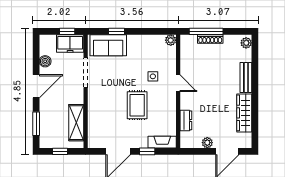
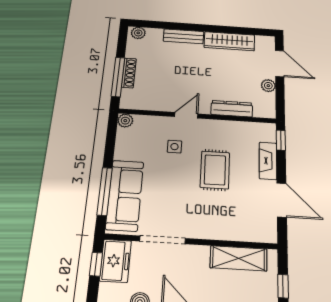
window: (117, 31) -> (105, 191), width x2.17
sofa: (108, 45) -> (125, 195), width x1.36
rug: (137, 105) -> (215, 170), turned 90
dresser: (186, 120) -> (232, 109), width x1.44
fireplace: (162, 142) -> (268, 161), moved
window: (147, 151) -> (281, 140), moved

